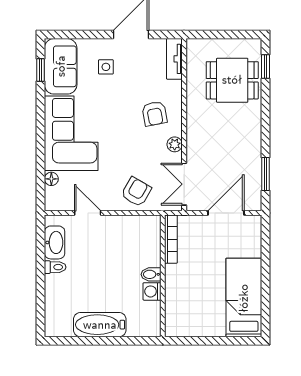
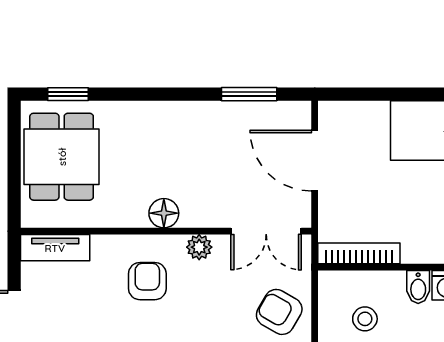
dining table: (232, 80) -> (62, 157), moved
armchair: (154, 114) -> (147, 281), turned -79
floor lamp: (195, 123) -> (164, 213), added
stool: (132, 243) -> (365, 319), added

